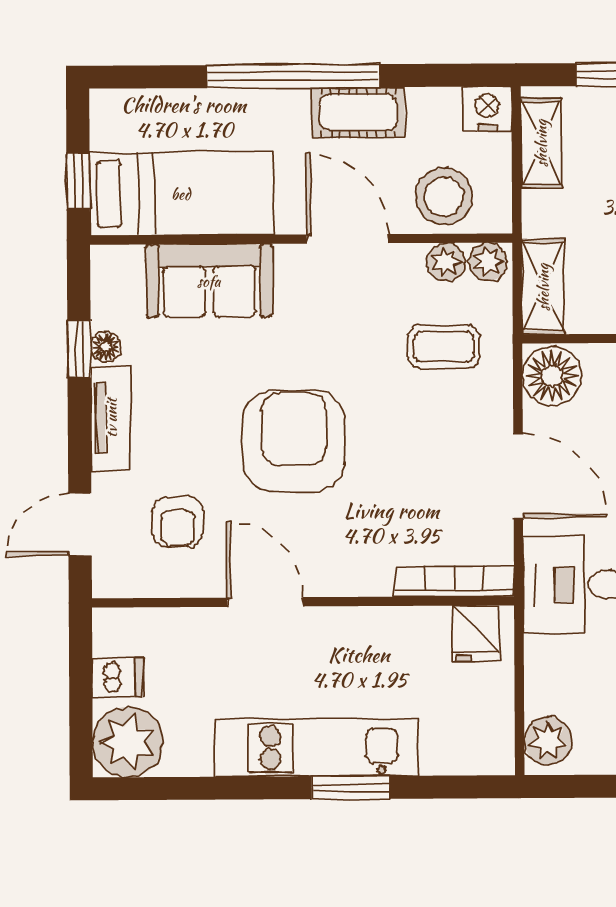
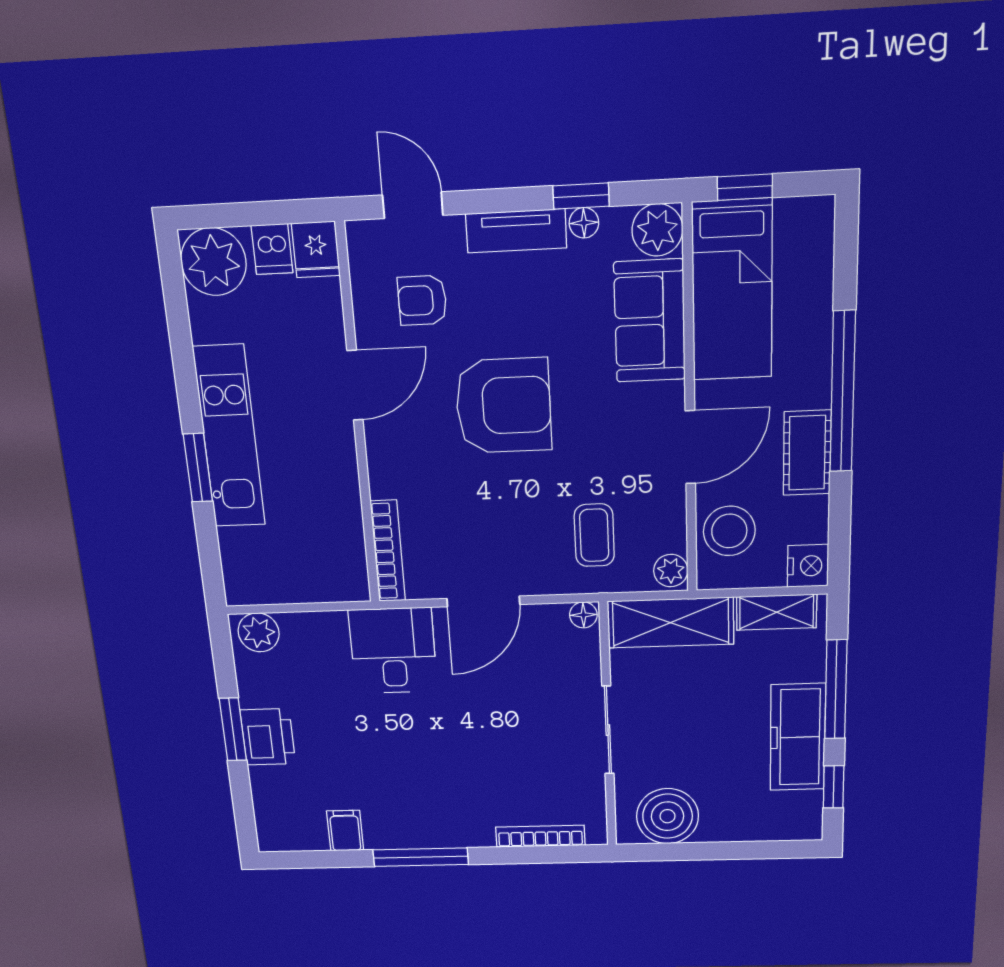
plant: (446, 262) -> (657, 230), moved, width x1.38, depth x1.38
shelving: (543, 287) -> (671, 623), width x1.50, depth x1.33
floor lamp: (552, 376) -> (583, 615), width x0.53, depth x0.53
fridge: (476, 634) -> (316, 249), moved, turned -90

